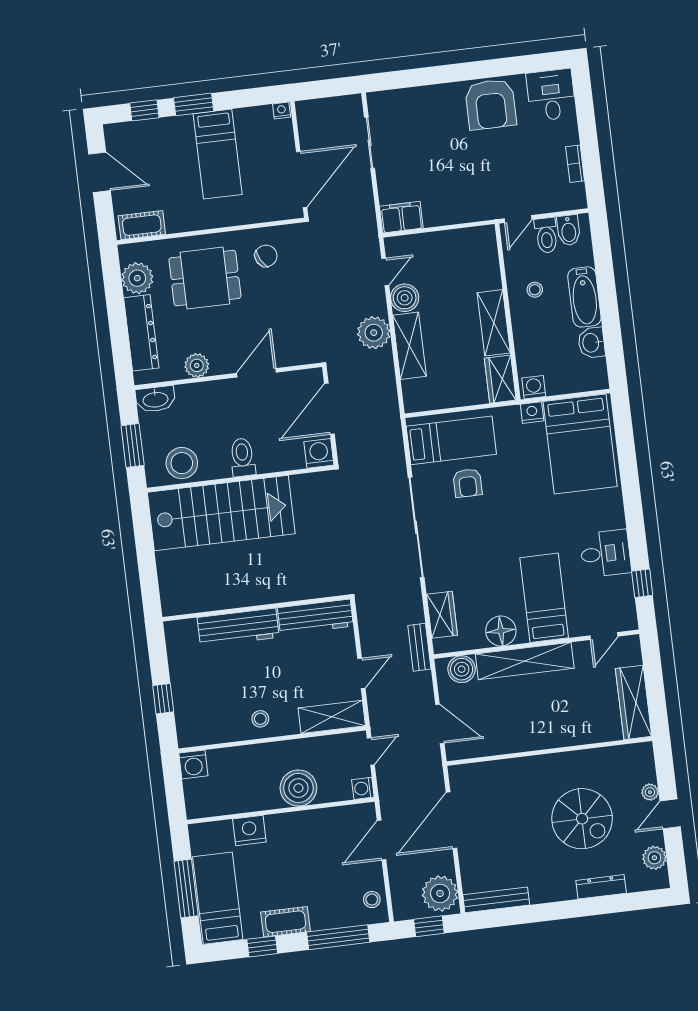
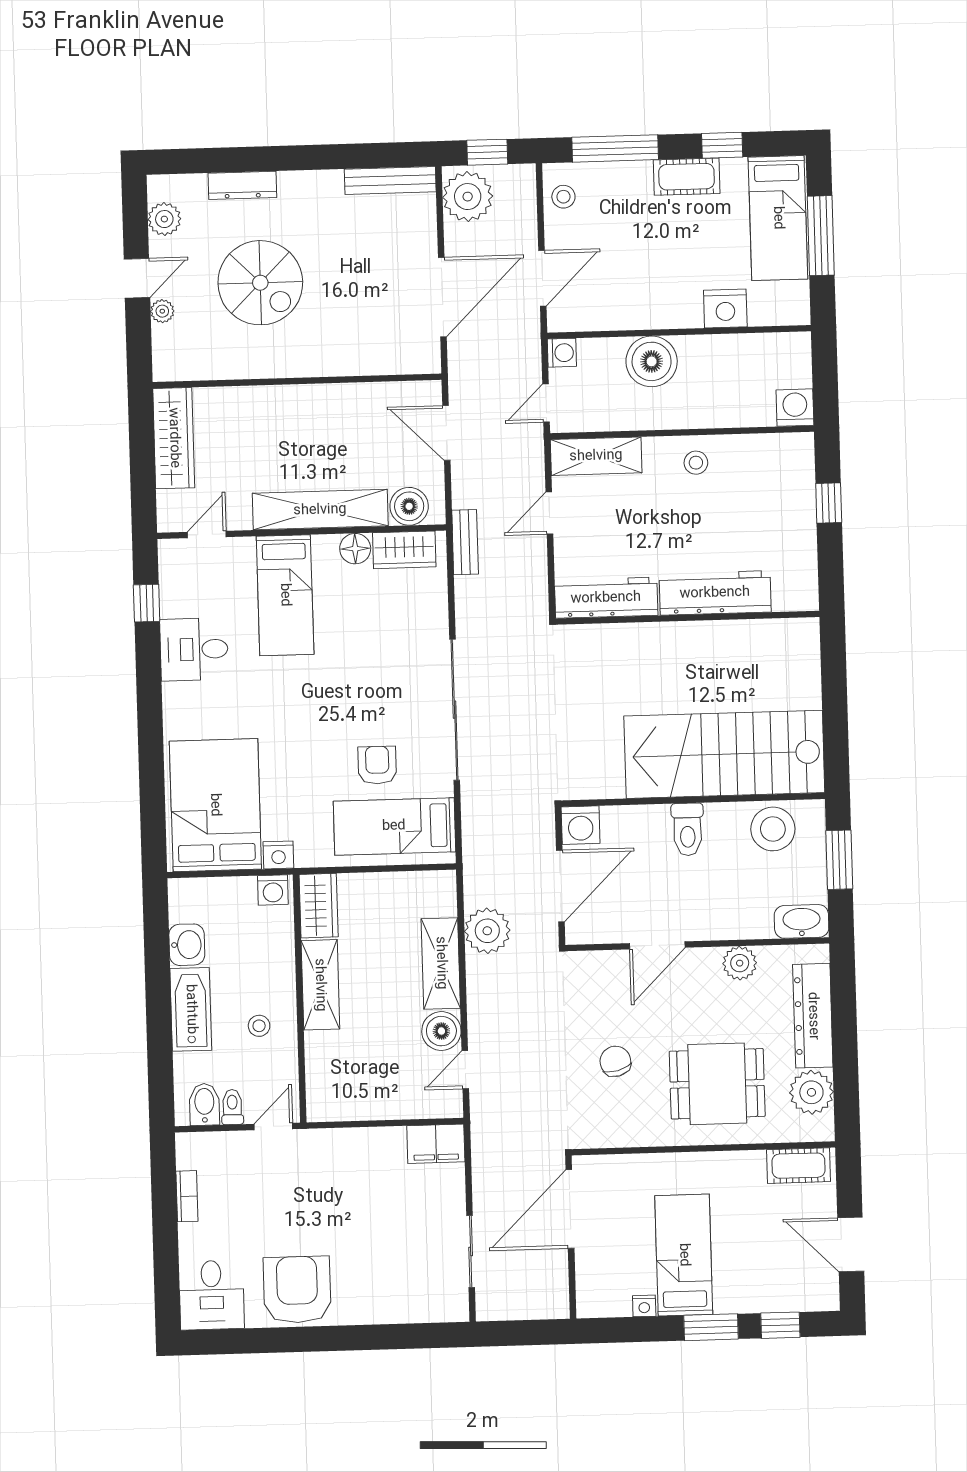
nightstand: (282, 111) -> (644, 1306), moved
toilet: (546, 235) -> (232, 1107), width x0.73, depth x0.72
chair: (266, 256) -> (615, 1061), moved, turned 104
plant: (374, 333) -> (487, 931), moved
wardrobe: (442, 615) -> (404, 550), moved, turned -90
floor lamp: (501, 631) -> (355, 549), width x0.73, depth x0.73
spiral stairs: (582, 819) -> (260, 283), turned 180

